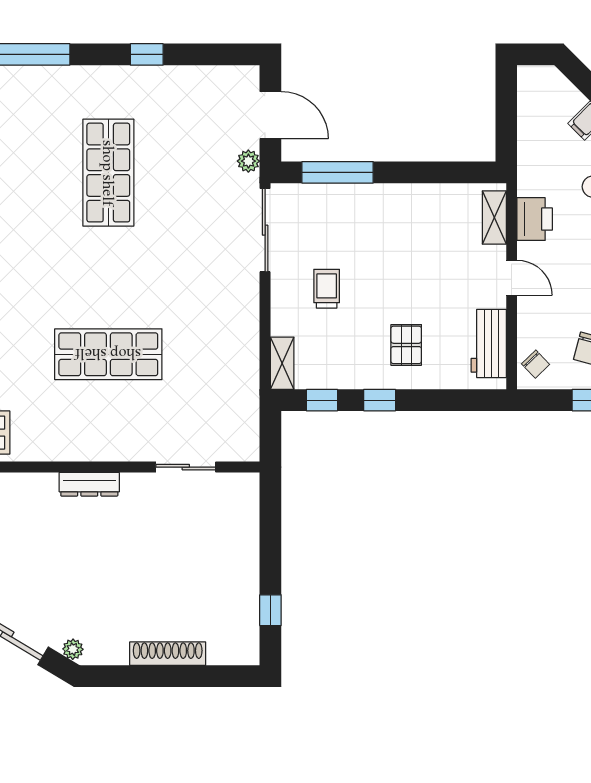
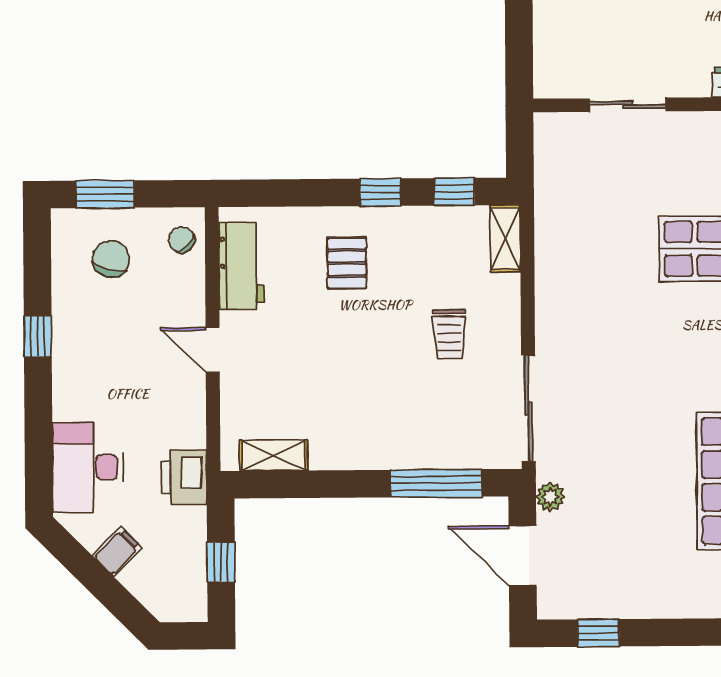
window: (147, 54) -> (598, 633), moved
window: (506, 112) -> (221, 562), added
shelving: (494, 217) -> (274, 455), moved, turned 90
printer: (535, 219) -> (184, 477), moved

